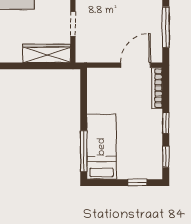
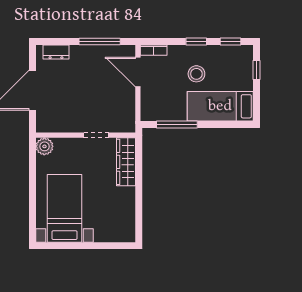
bookcase: (157, 88) -> (154, 50), width x0.64
stool: (134, 123) -> (196, 74), added
window: (84, 151) -> (177, 124), moved

